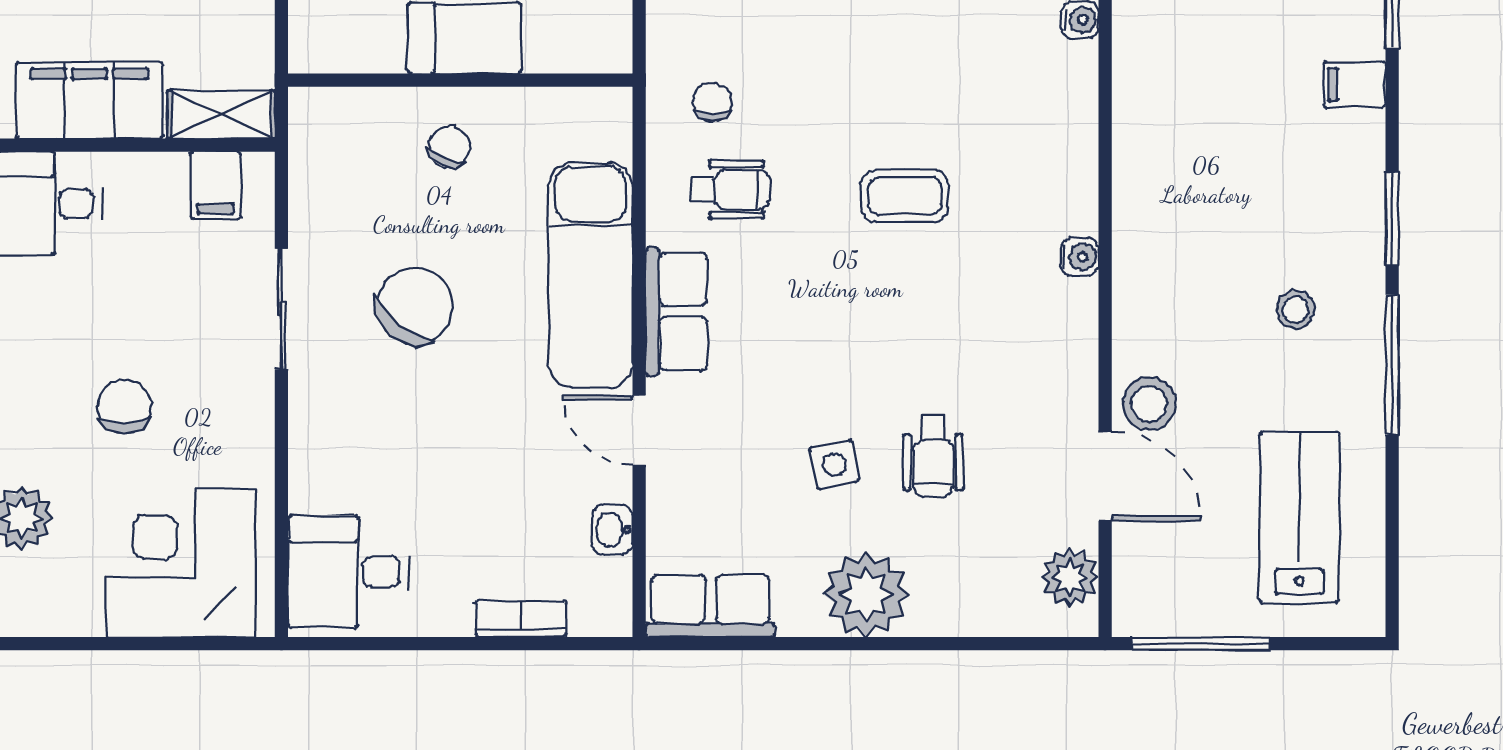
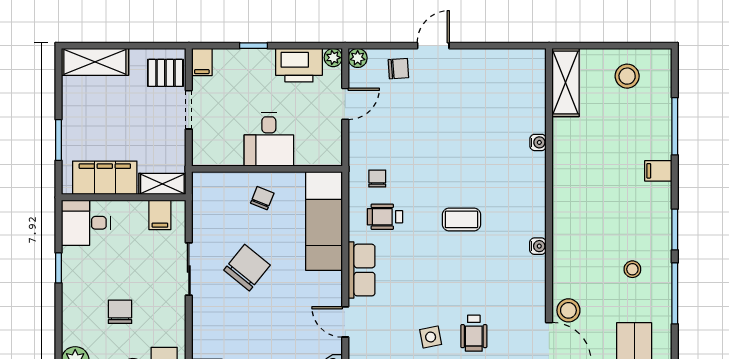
wheelchair: (730, 190) -> (385, 217), turned 180
exam couch: (590, 275) -> (324, 221), moved

